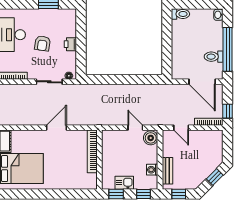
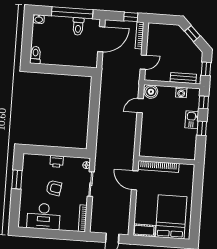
bookcase: (92, 151) -> (158, 167), moved
wall: (99, 160) -> (167, 160), moved

